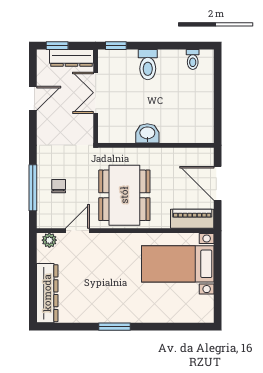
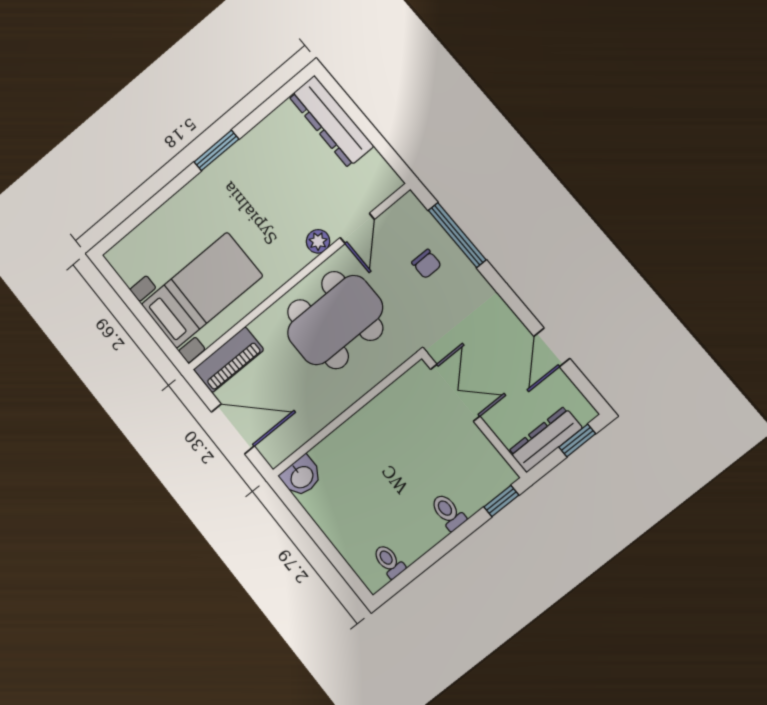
toilet: (148, 65) -> (448, 512), width x0.73, depth x0.72
double door: (96, 93) -> (455, 393), moved
washbasin: (147, 133) -> (301, 476), moved
dining table: (124, 195) -> (335, 320), turned 90
plant: (49, 240) -> (318, 241), moved

